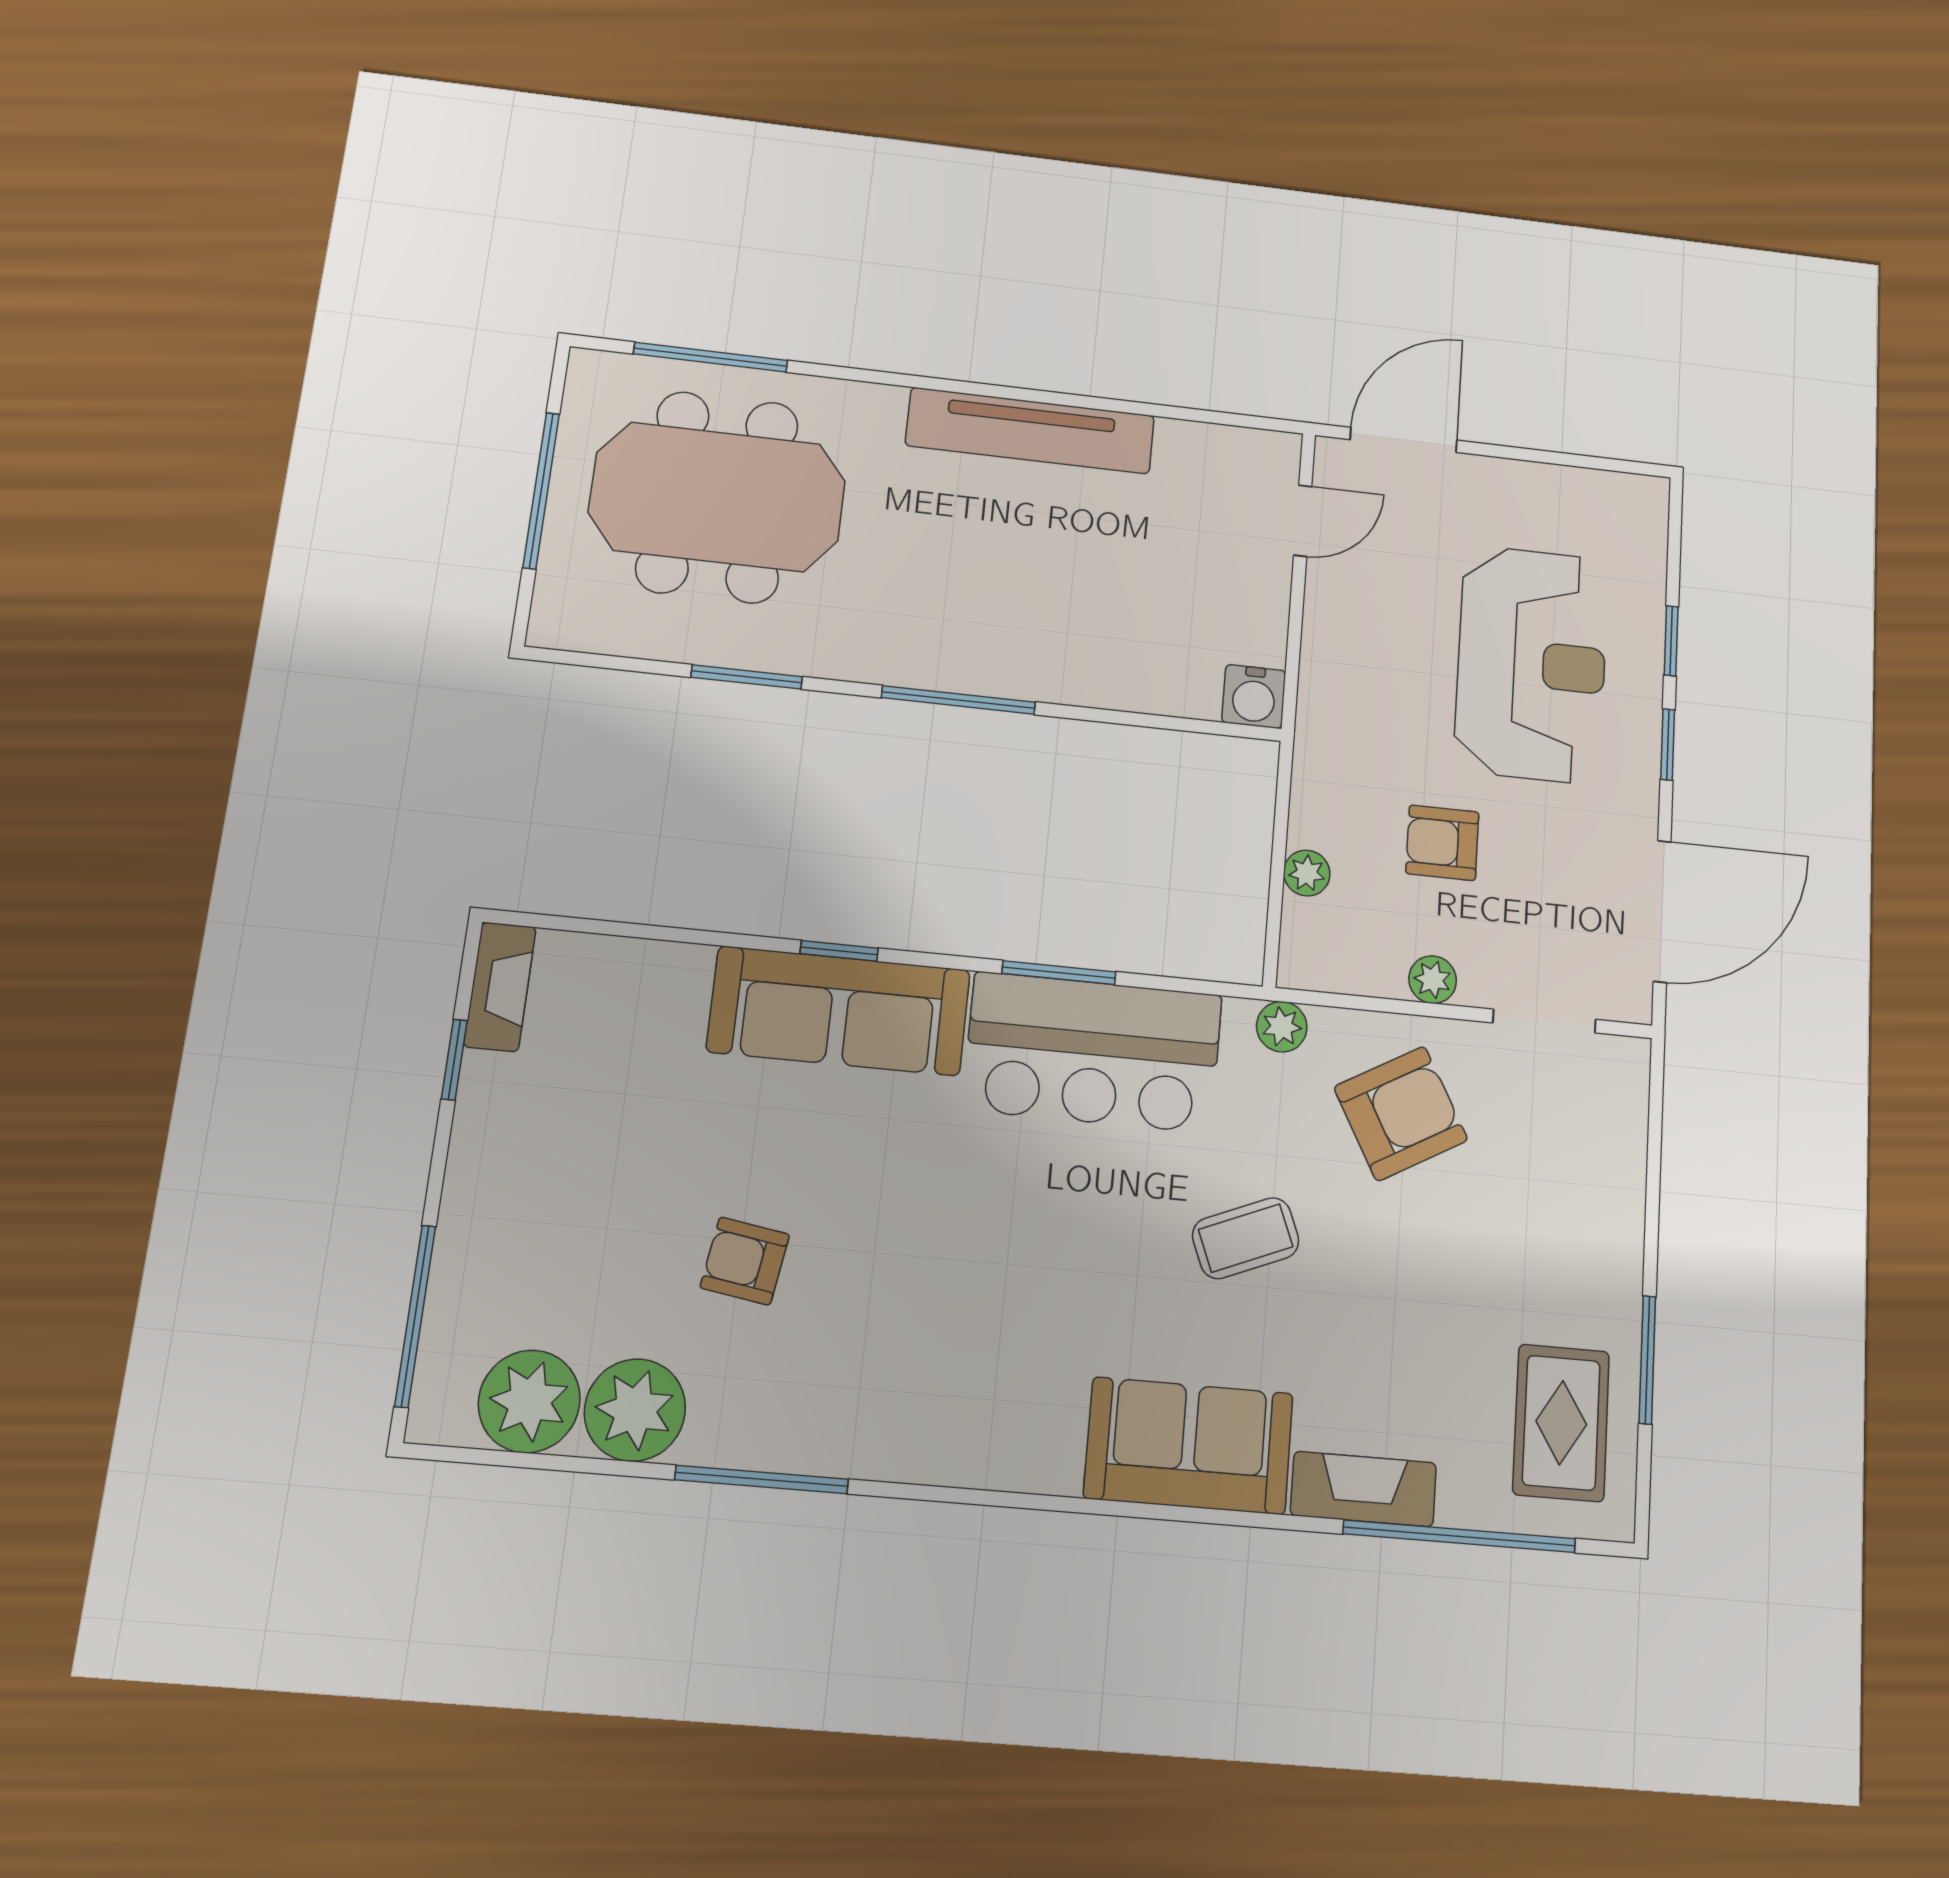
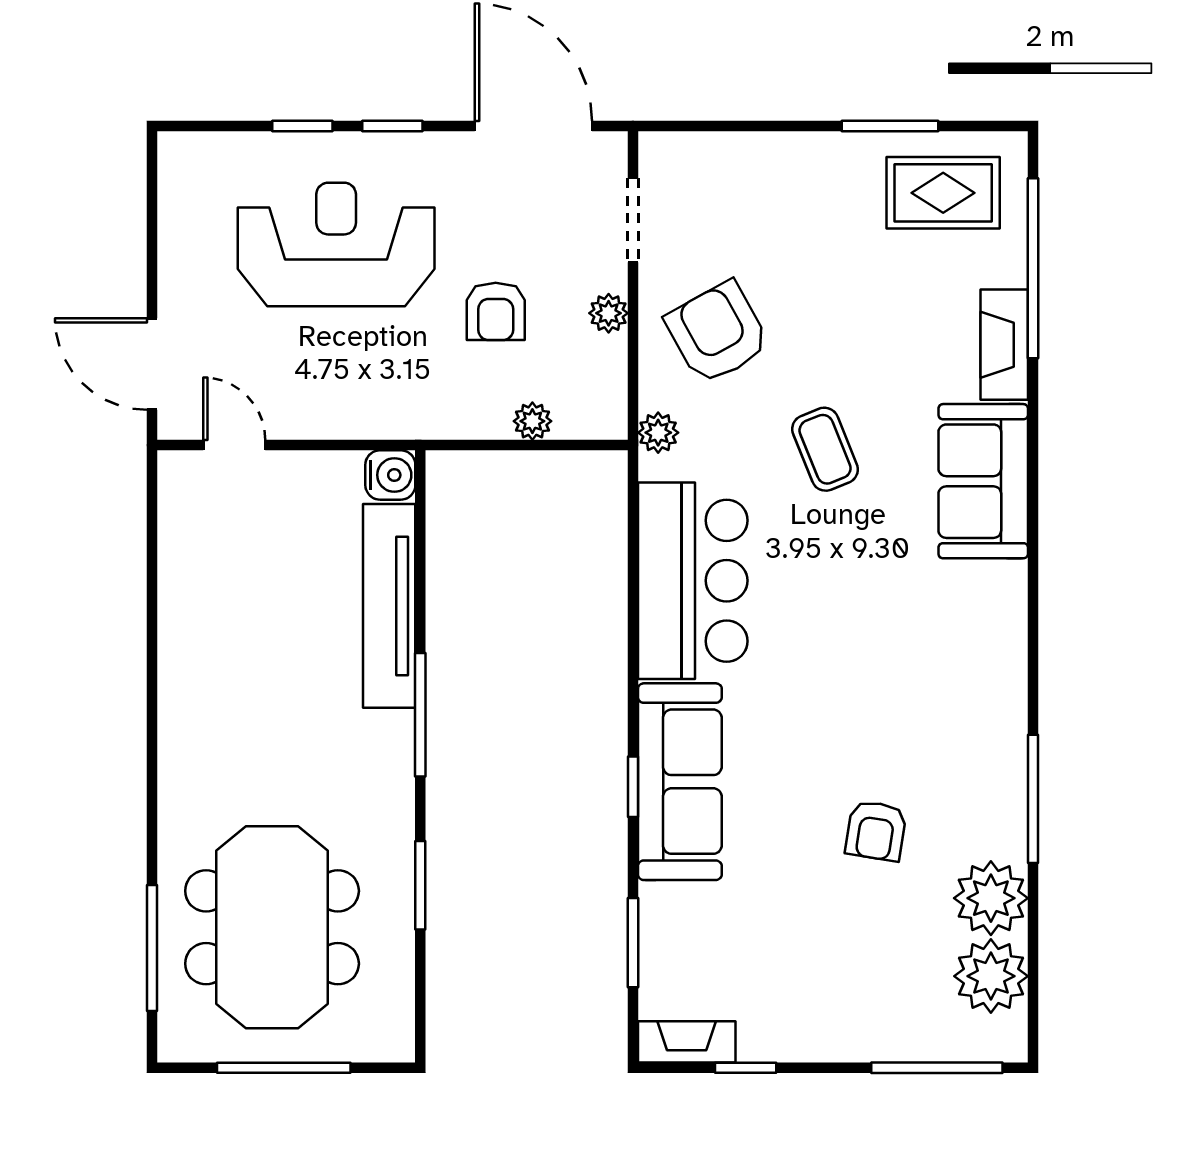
tv unit: (1030, 431) -> (389, 606), moved, turned 180
window: (1059, 973) -> (633, 943), moved

